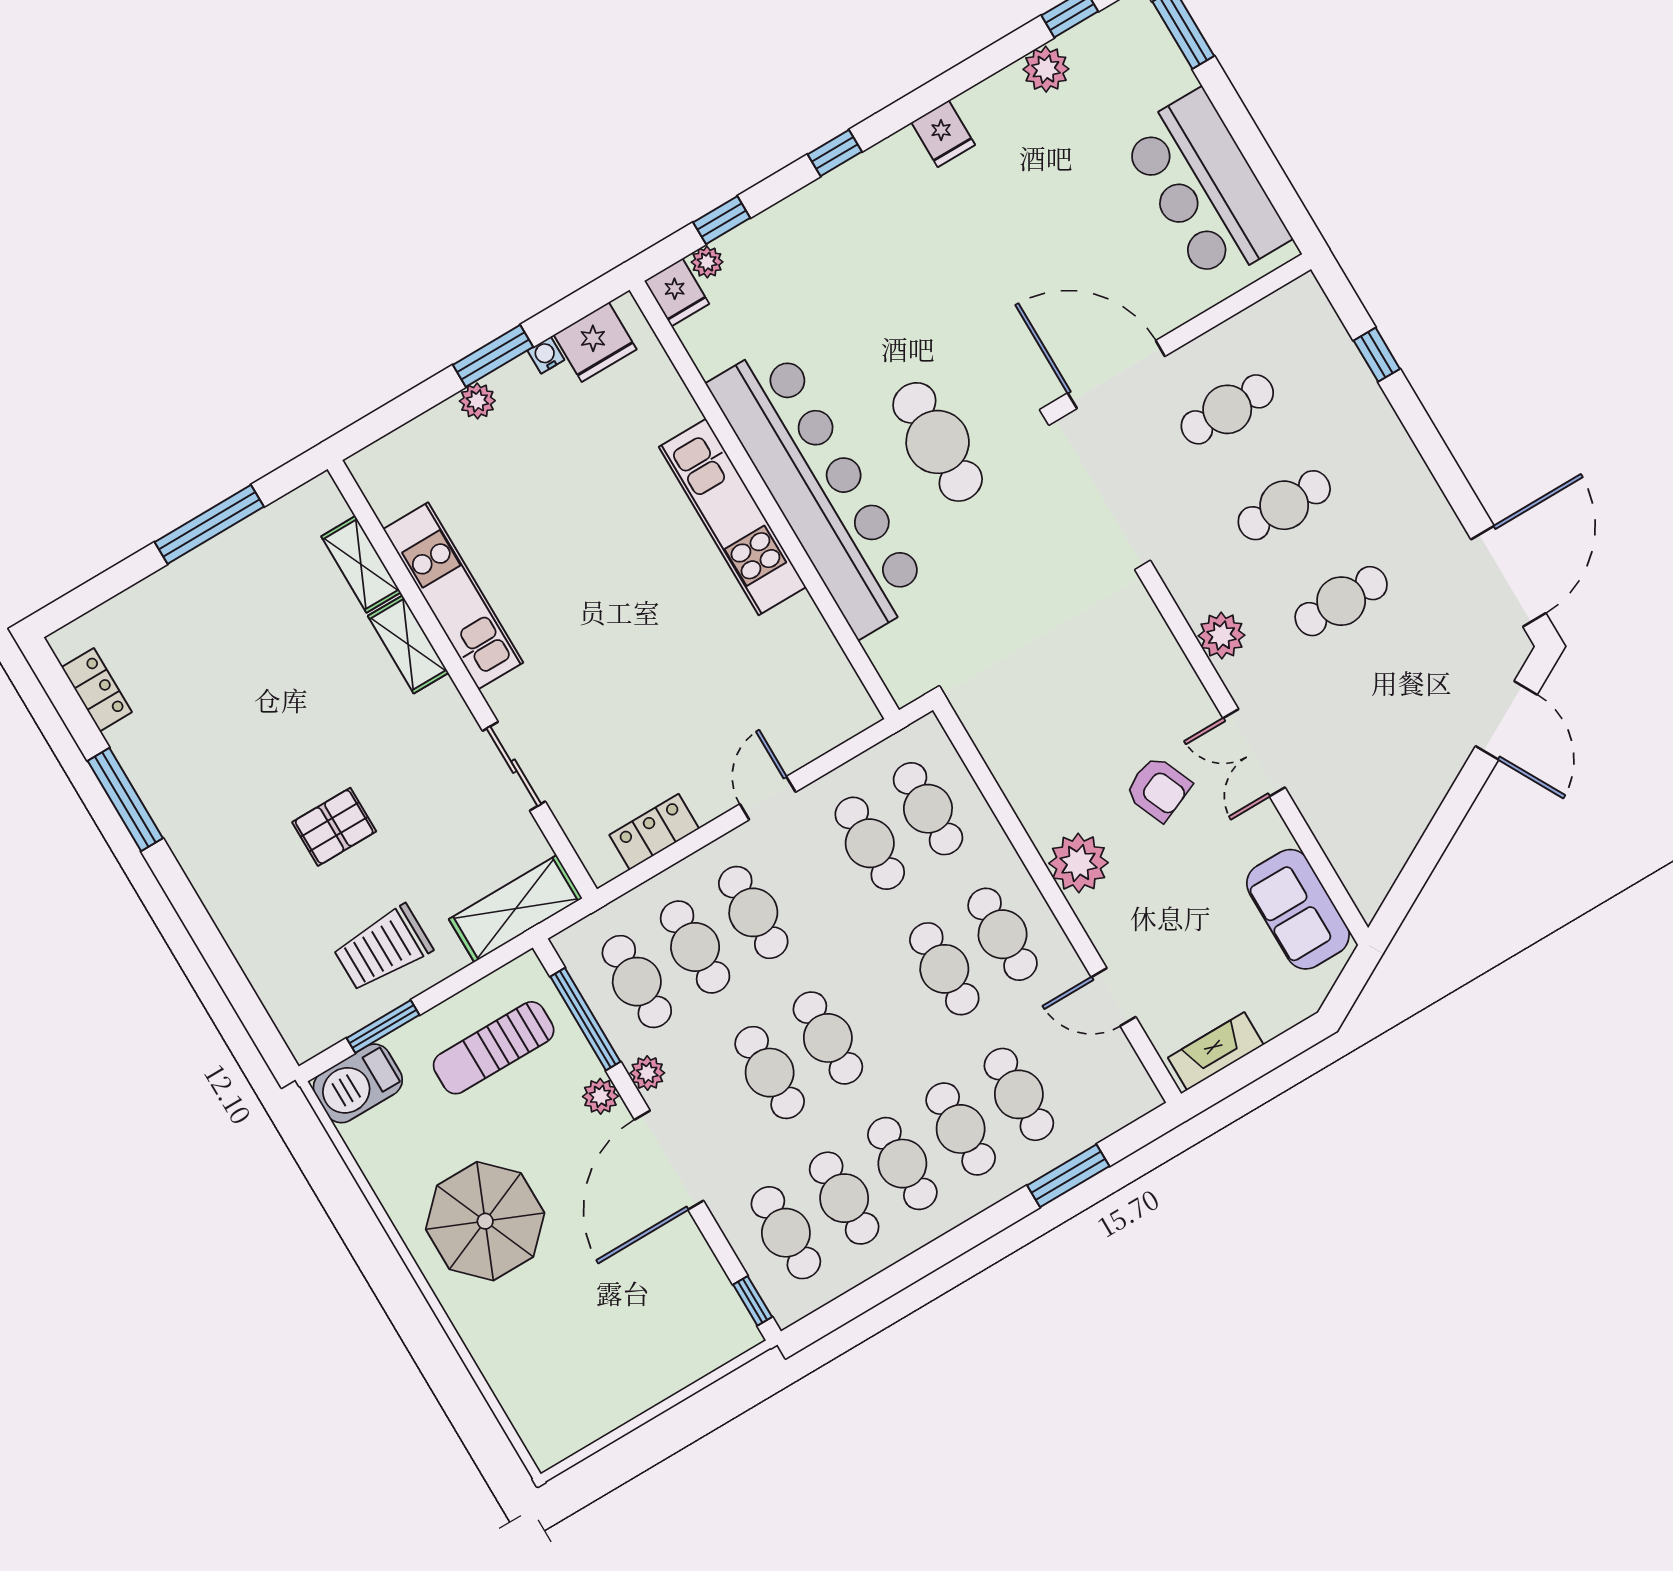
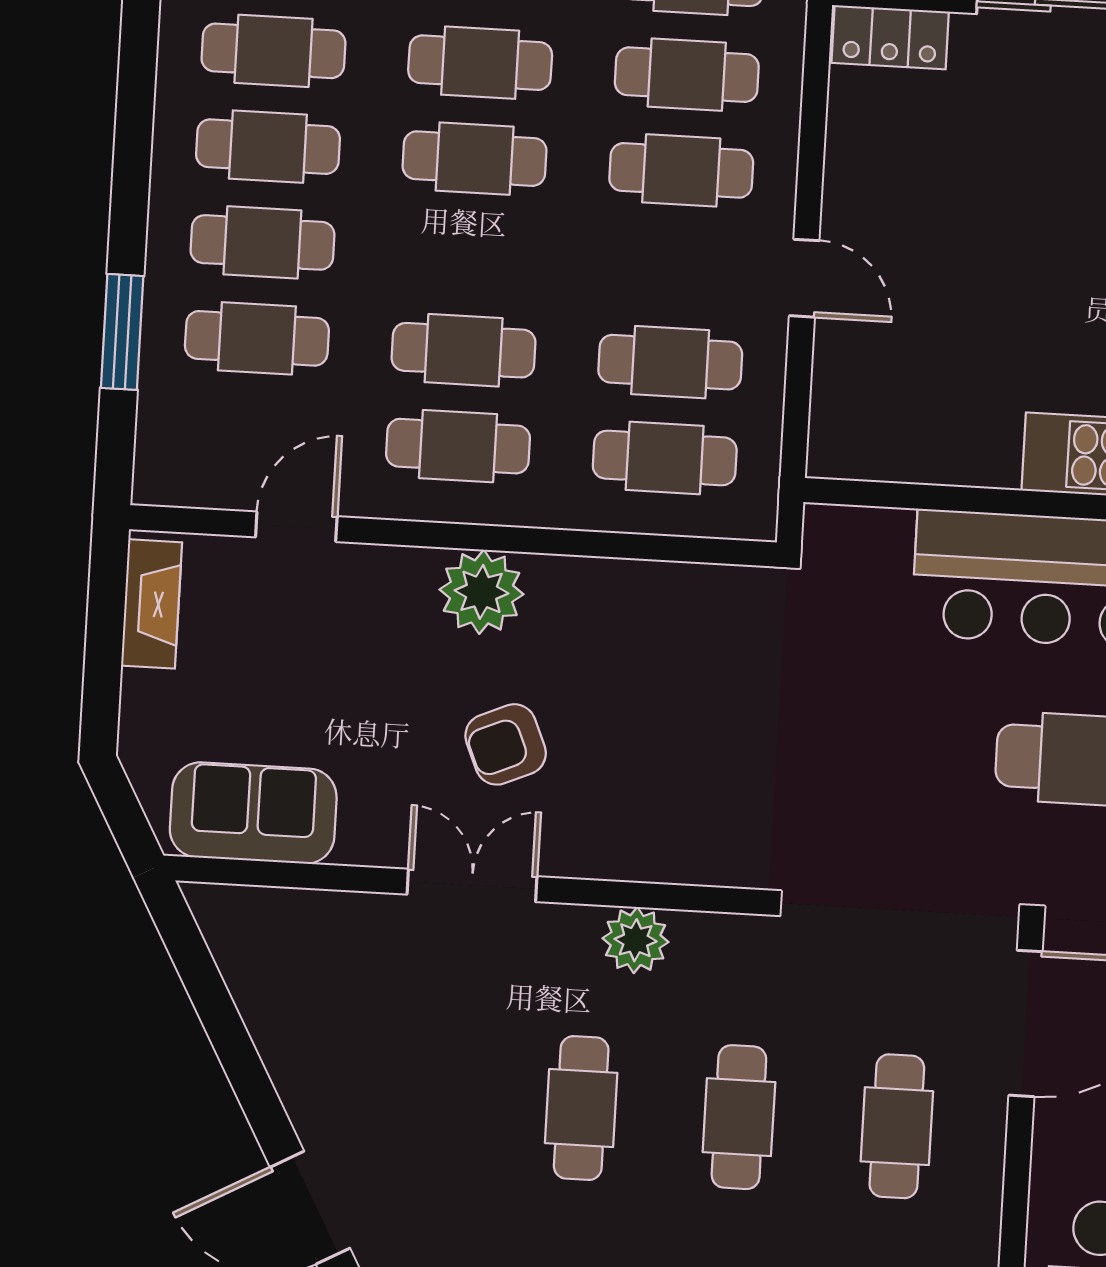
locker: (654, 832) -> (890, 37), moved, turned 90

